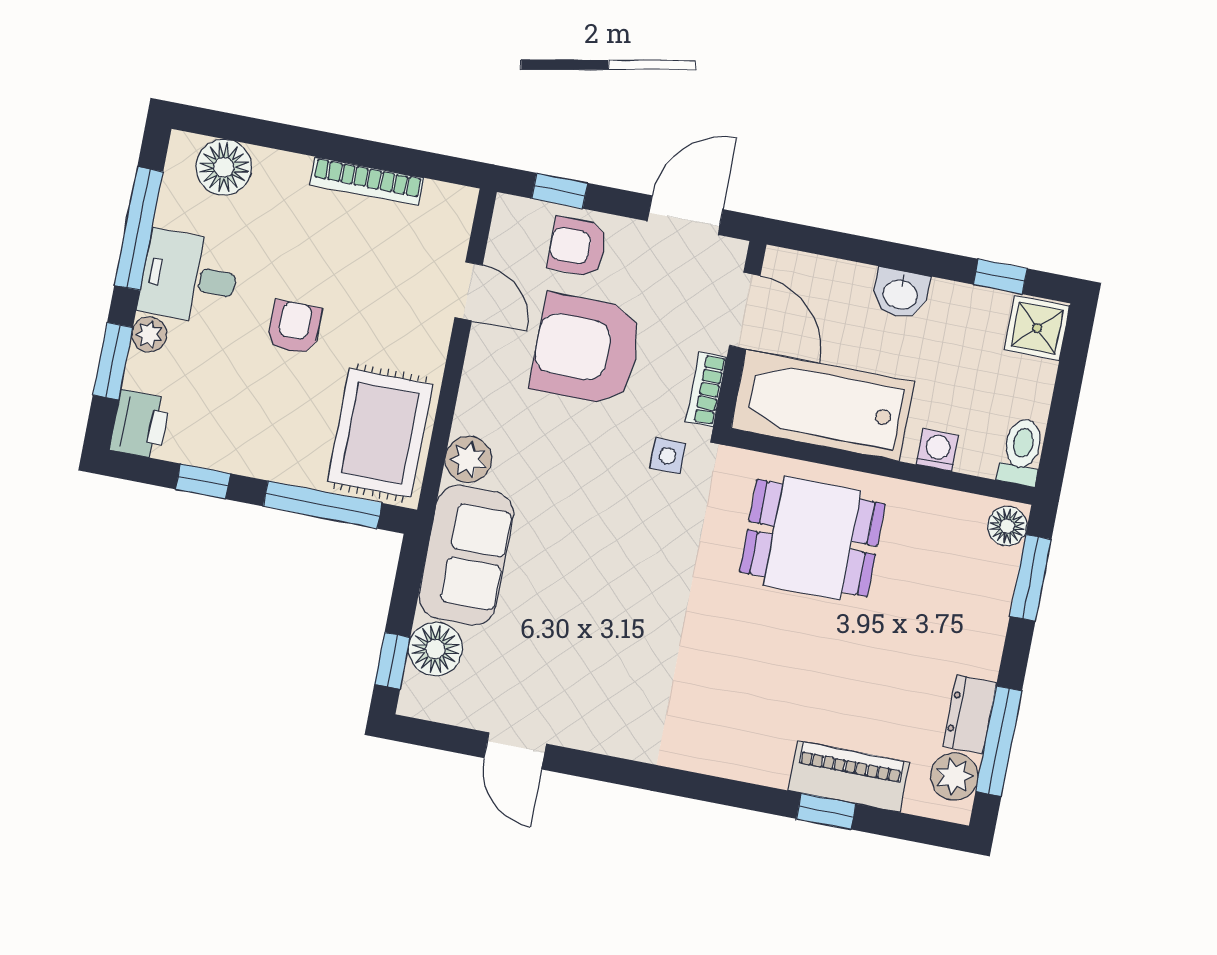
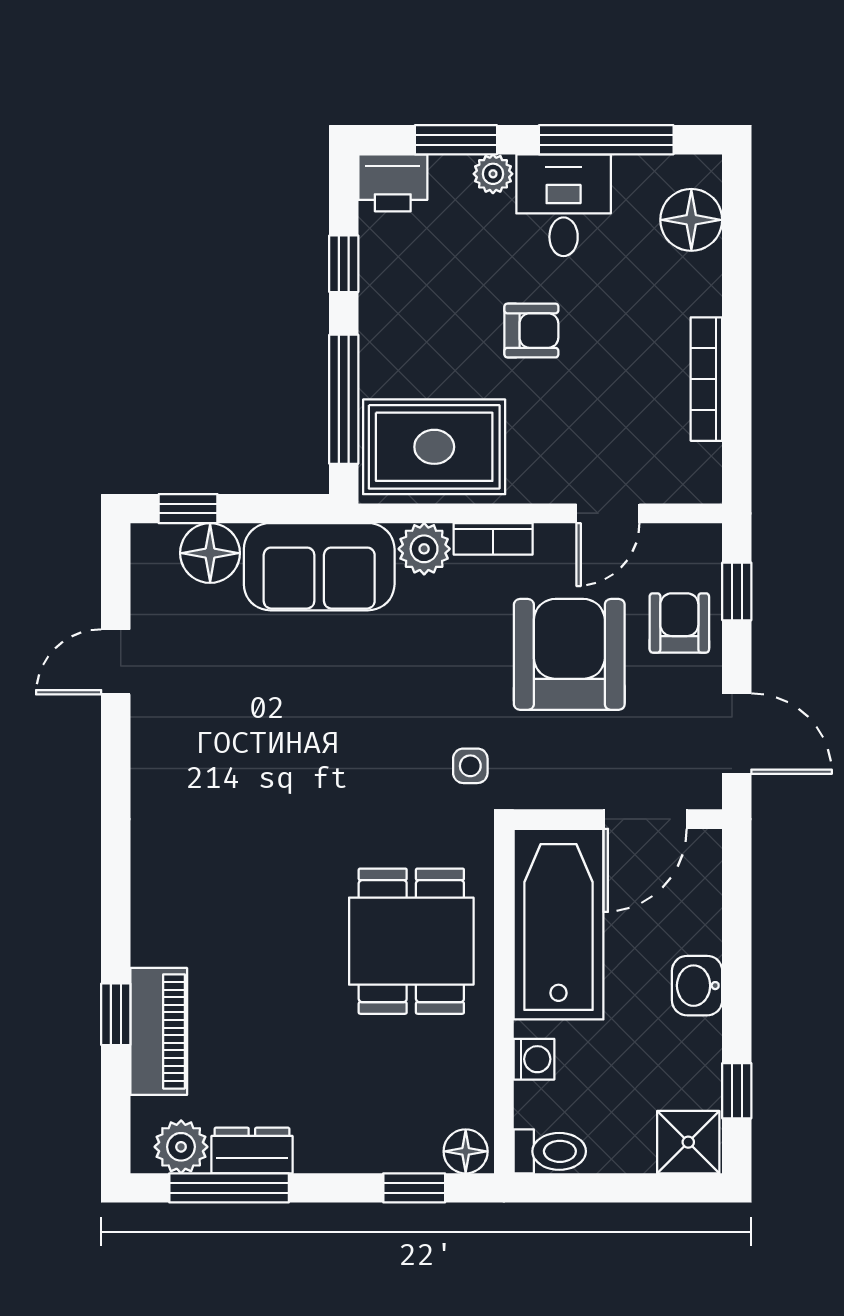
bookcase: (706, 389) -> (493, 539), moved, turned 180
window: (1031, 578) -> (414, 1188), width x0.67

